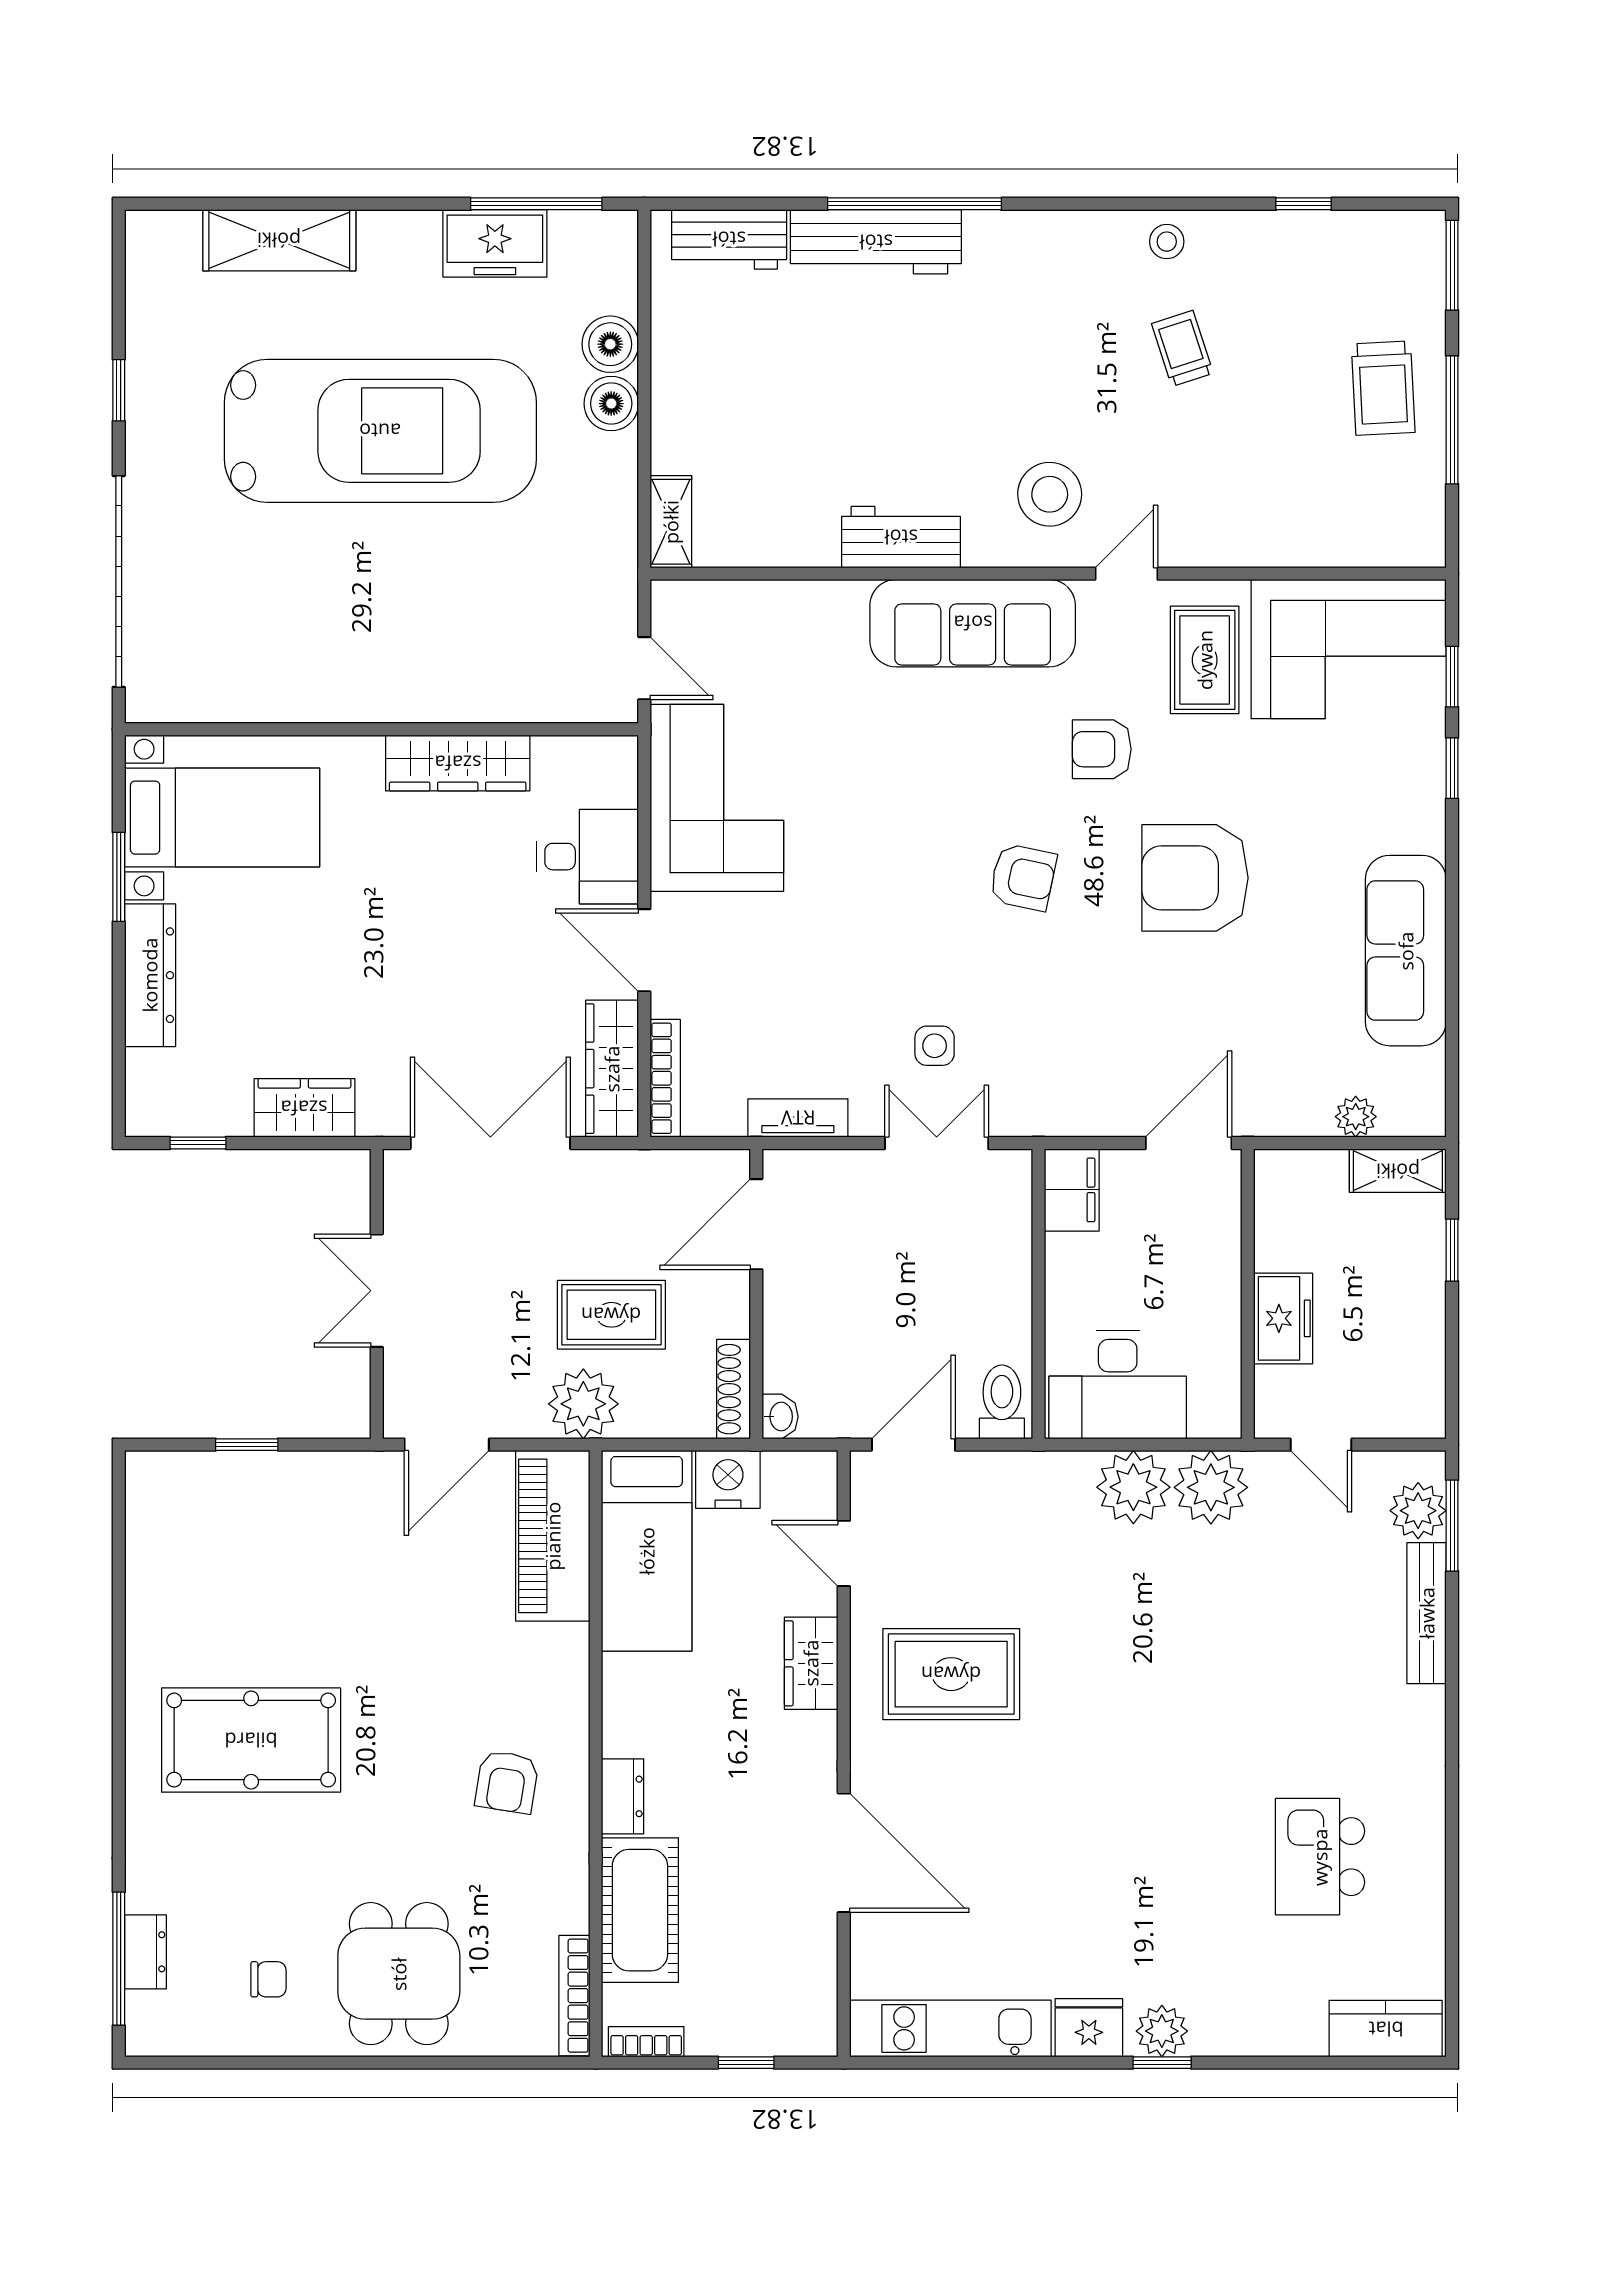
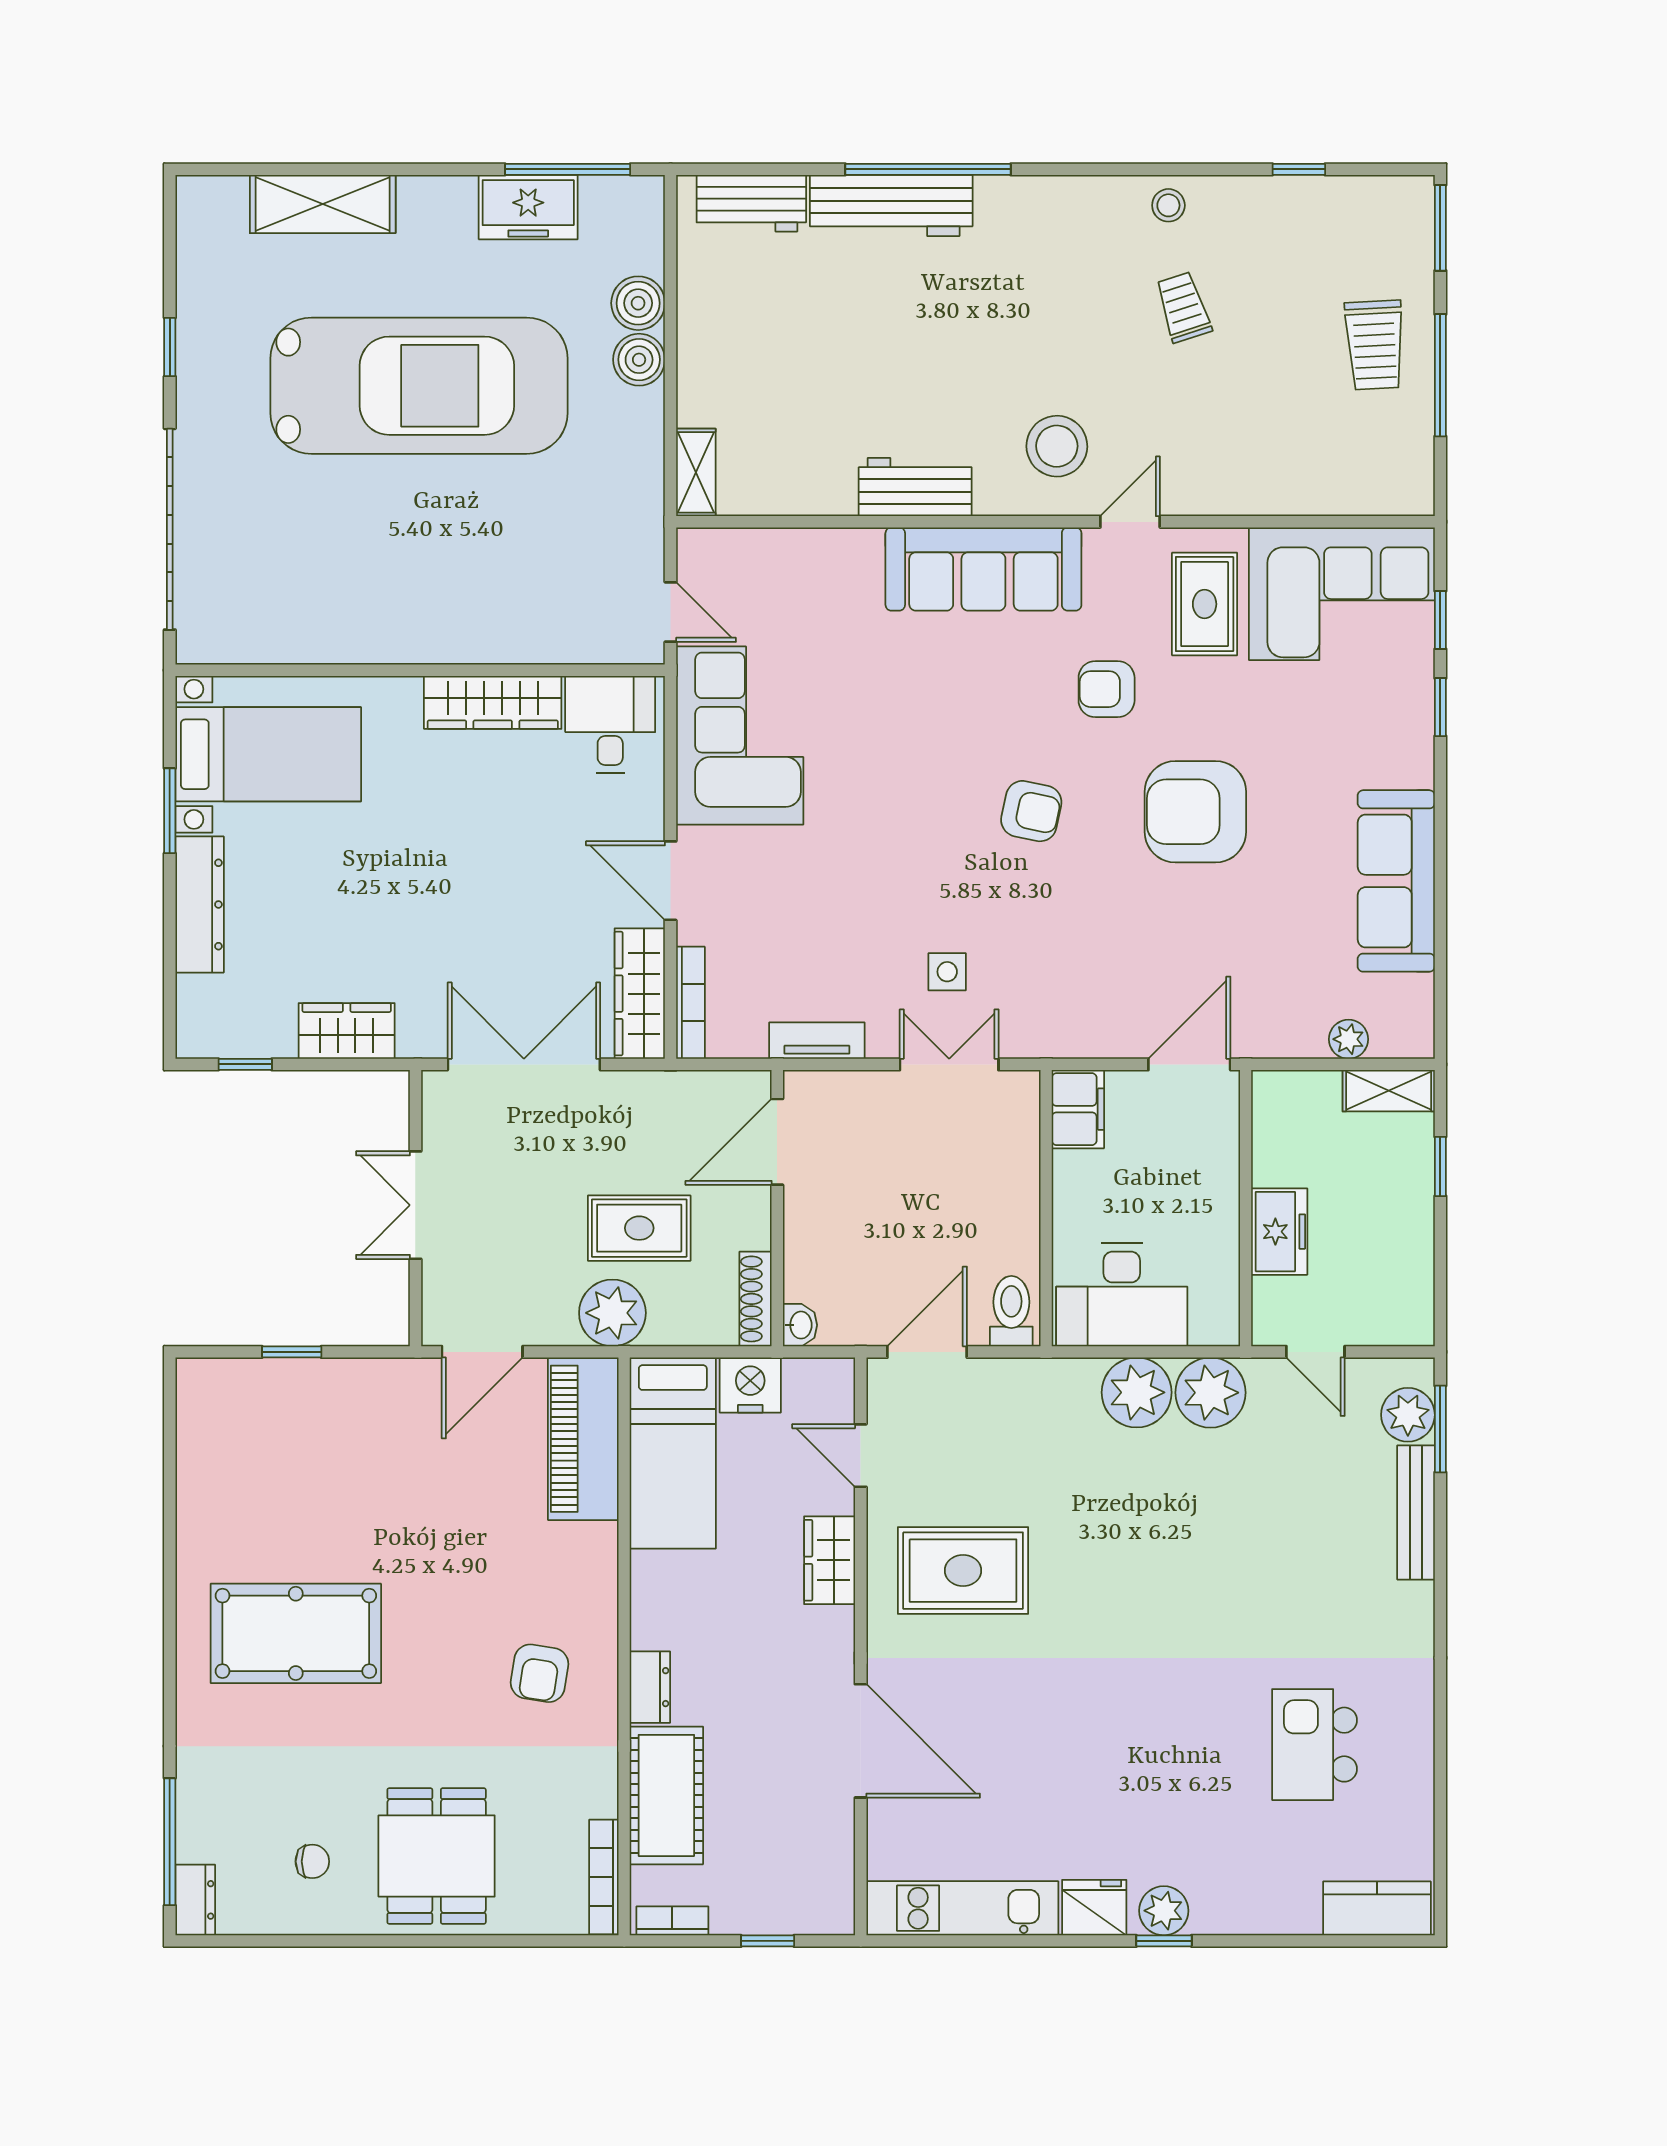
desk: (588, 857) -> (610, 724), moved, turned -90
dresser: (145, 1952) -> (195, 1900), moved

